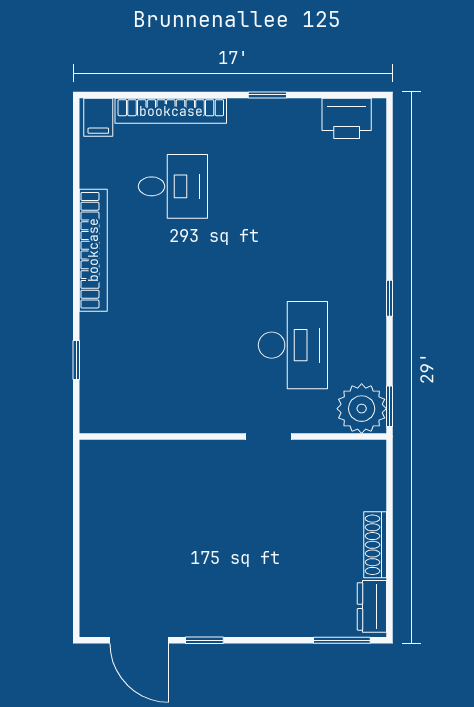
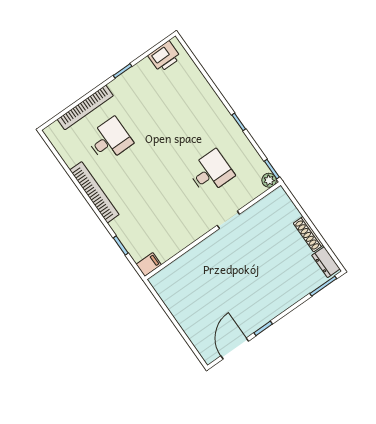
filing cabinet: (98, 117) -> (149, 264), moved, turned -90
desk: (293, 345) -> (211, 172), width x0.73
plant: (362, 409) -> (269, 180), width x0.53, depth x0.53
door: (139, 640) -> (235, 349), swing flipped

